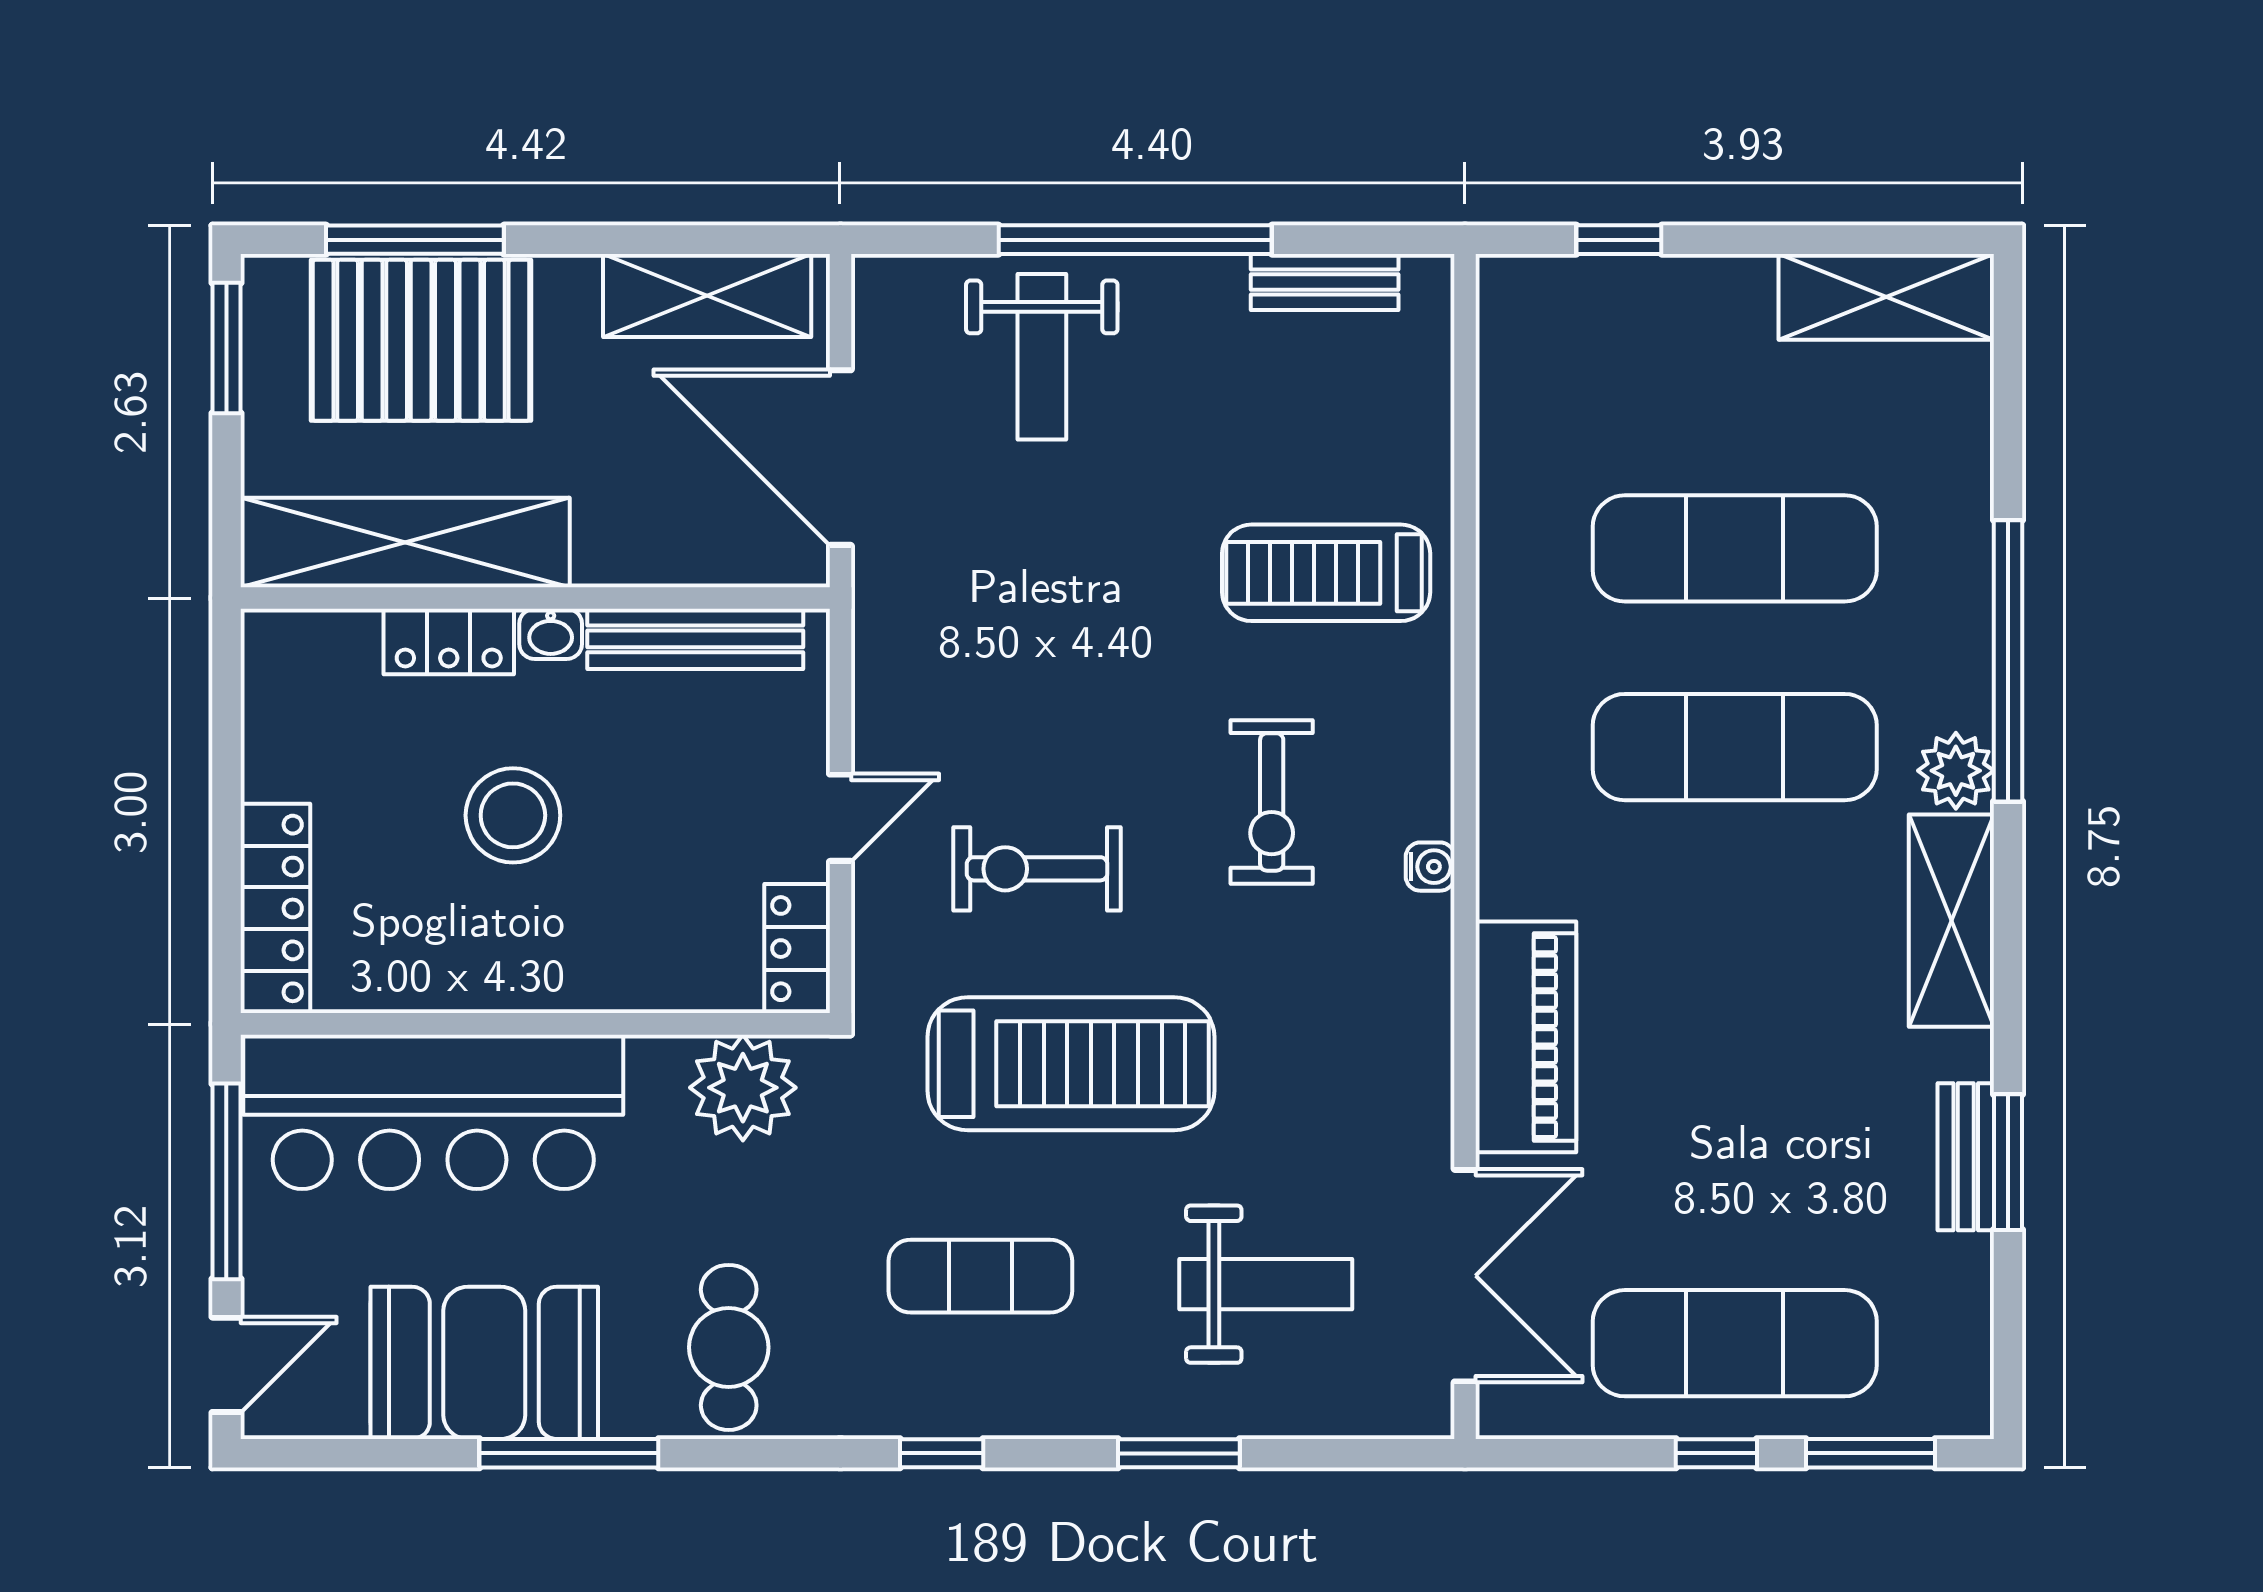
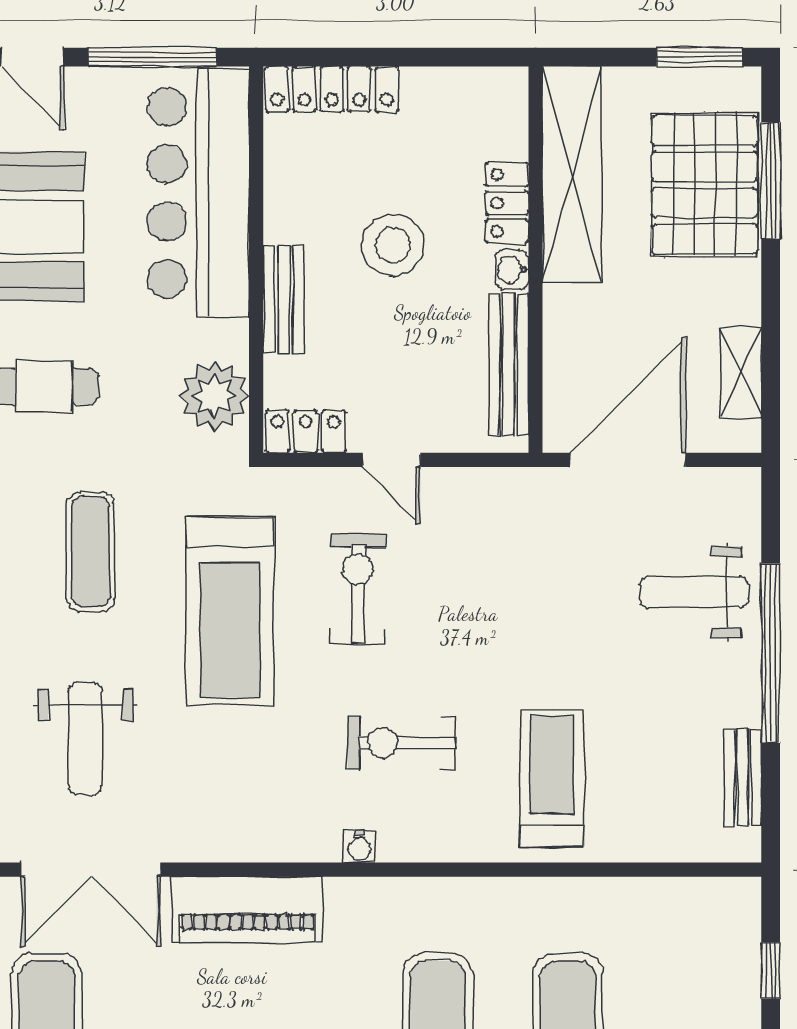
shelving: (707, 295) -> (741, 372), width x0.67, depth x0.75
bench: (596, 982) -> (284, 300), added

